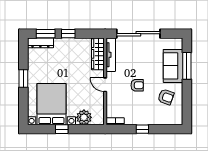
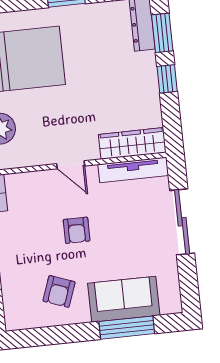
sliding door: (138, 34) -> (182, 222), width x0.73
door: (105, 85) -> (71, 165), swing flipped

